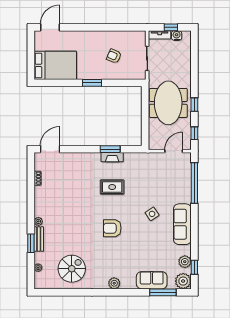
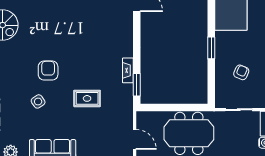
window: (110, 149) -> (137, 85), moved
rug: (112, 187) -> (87, 98), moved, turned 90
side table: (152, 214) -> (38, 101), moved

